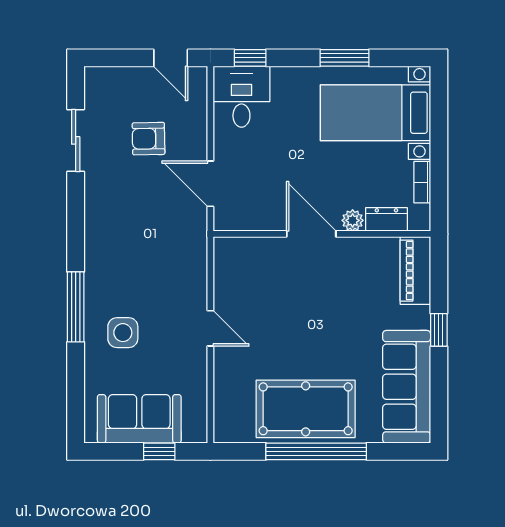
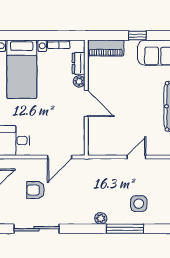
armchair: (149, 139) -> (36, 190), turned 91
sliding door: (76, 140) -> (37, 229), width x1.37
door: (311, 234) -> (86, 103), swing flipped
plant: (95, 261) -> (101, 218), added

